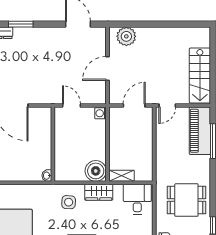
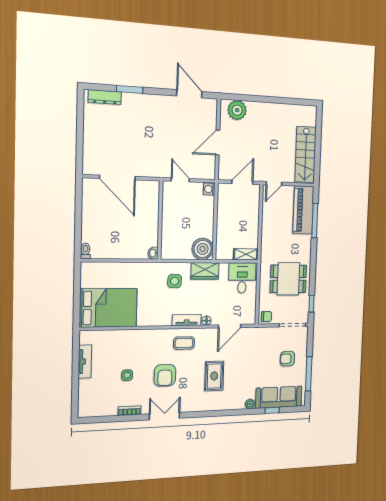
shelving: (121, 176) -> (246, 254), moved

